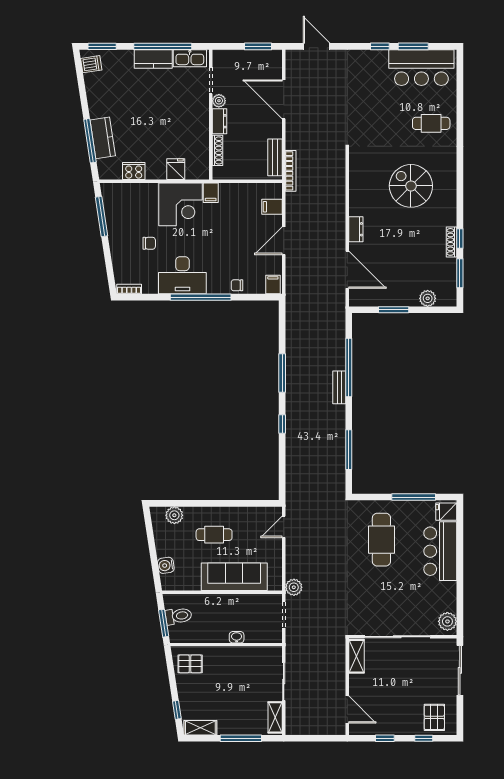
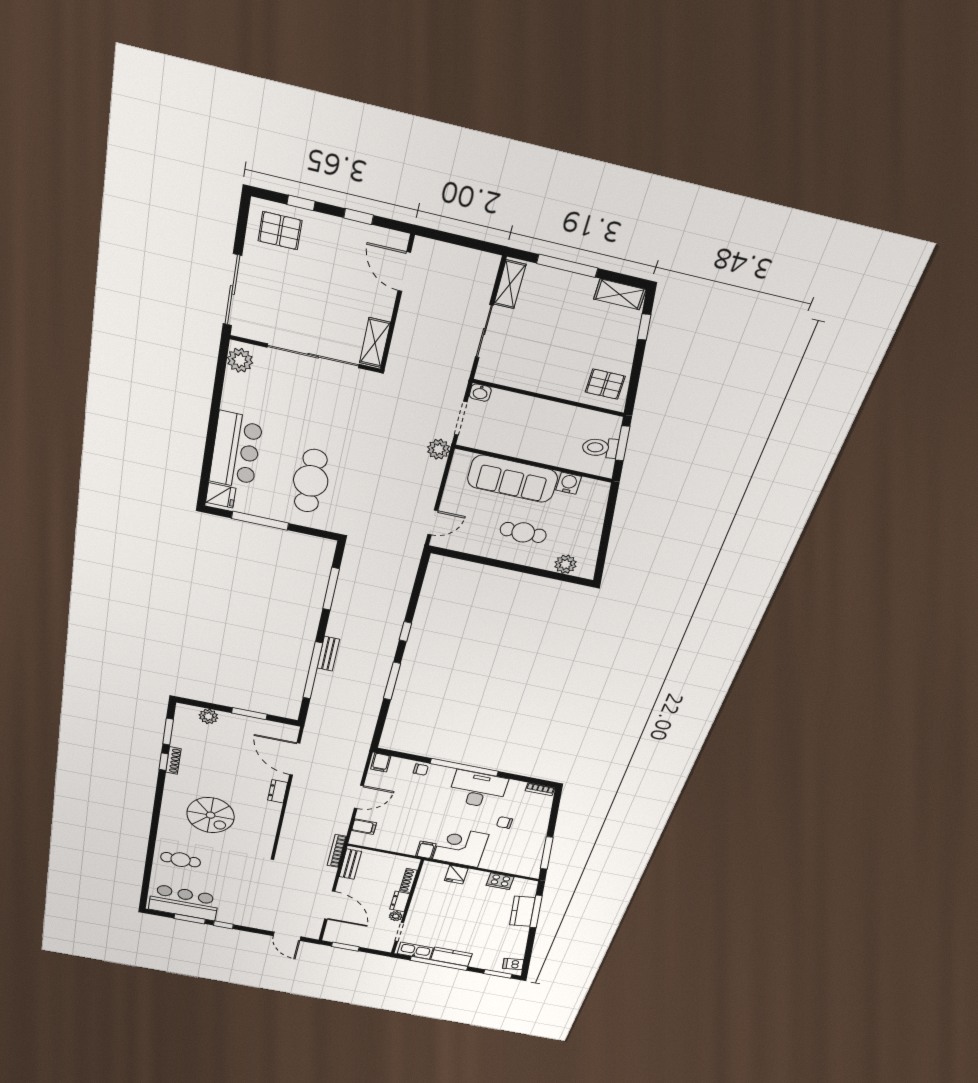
water cooler: (166, 565) -> (569, 483), moved, turned -81
washbasin: (237, 637) -> (480, 393), moved
pallet: (434, 717) -> (280, 231), turned 90

